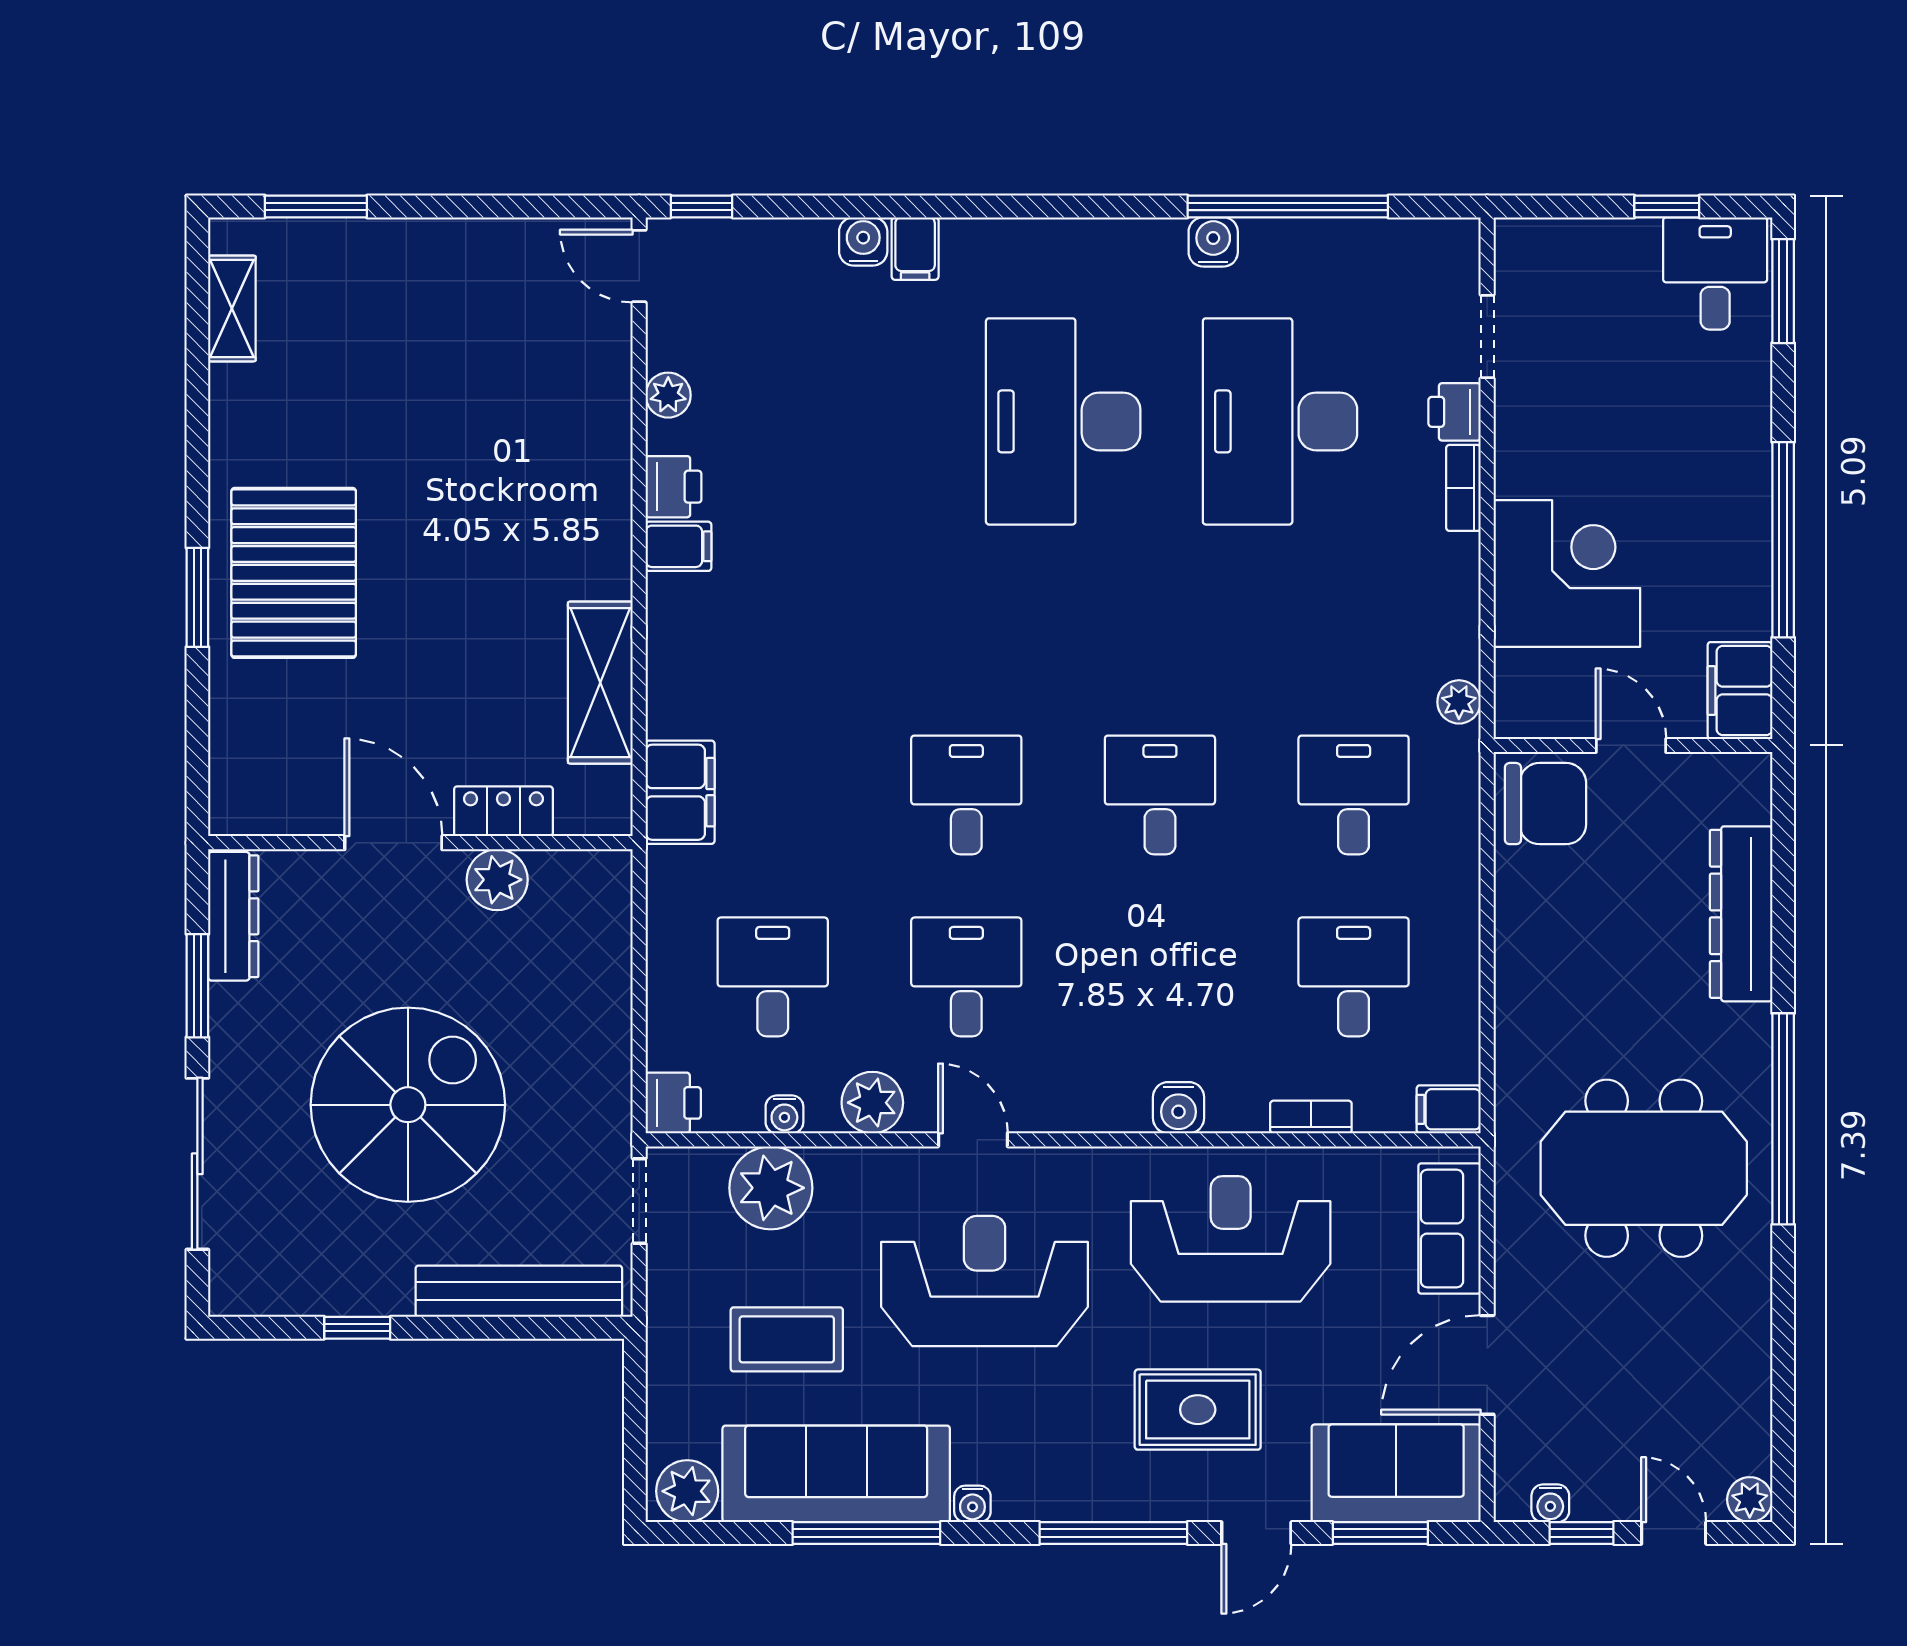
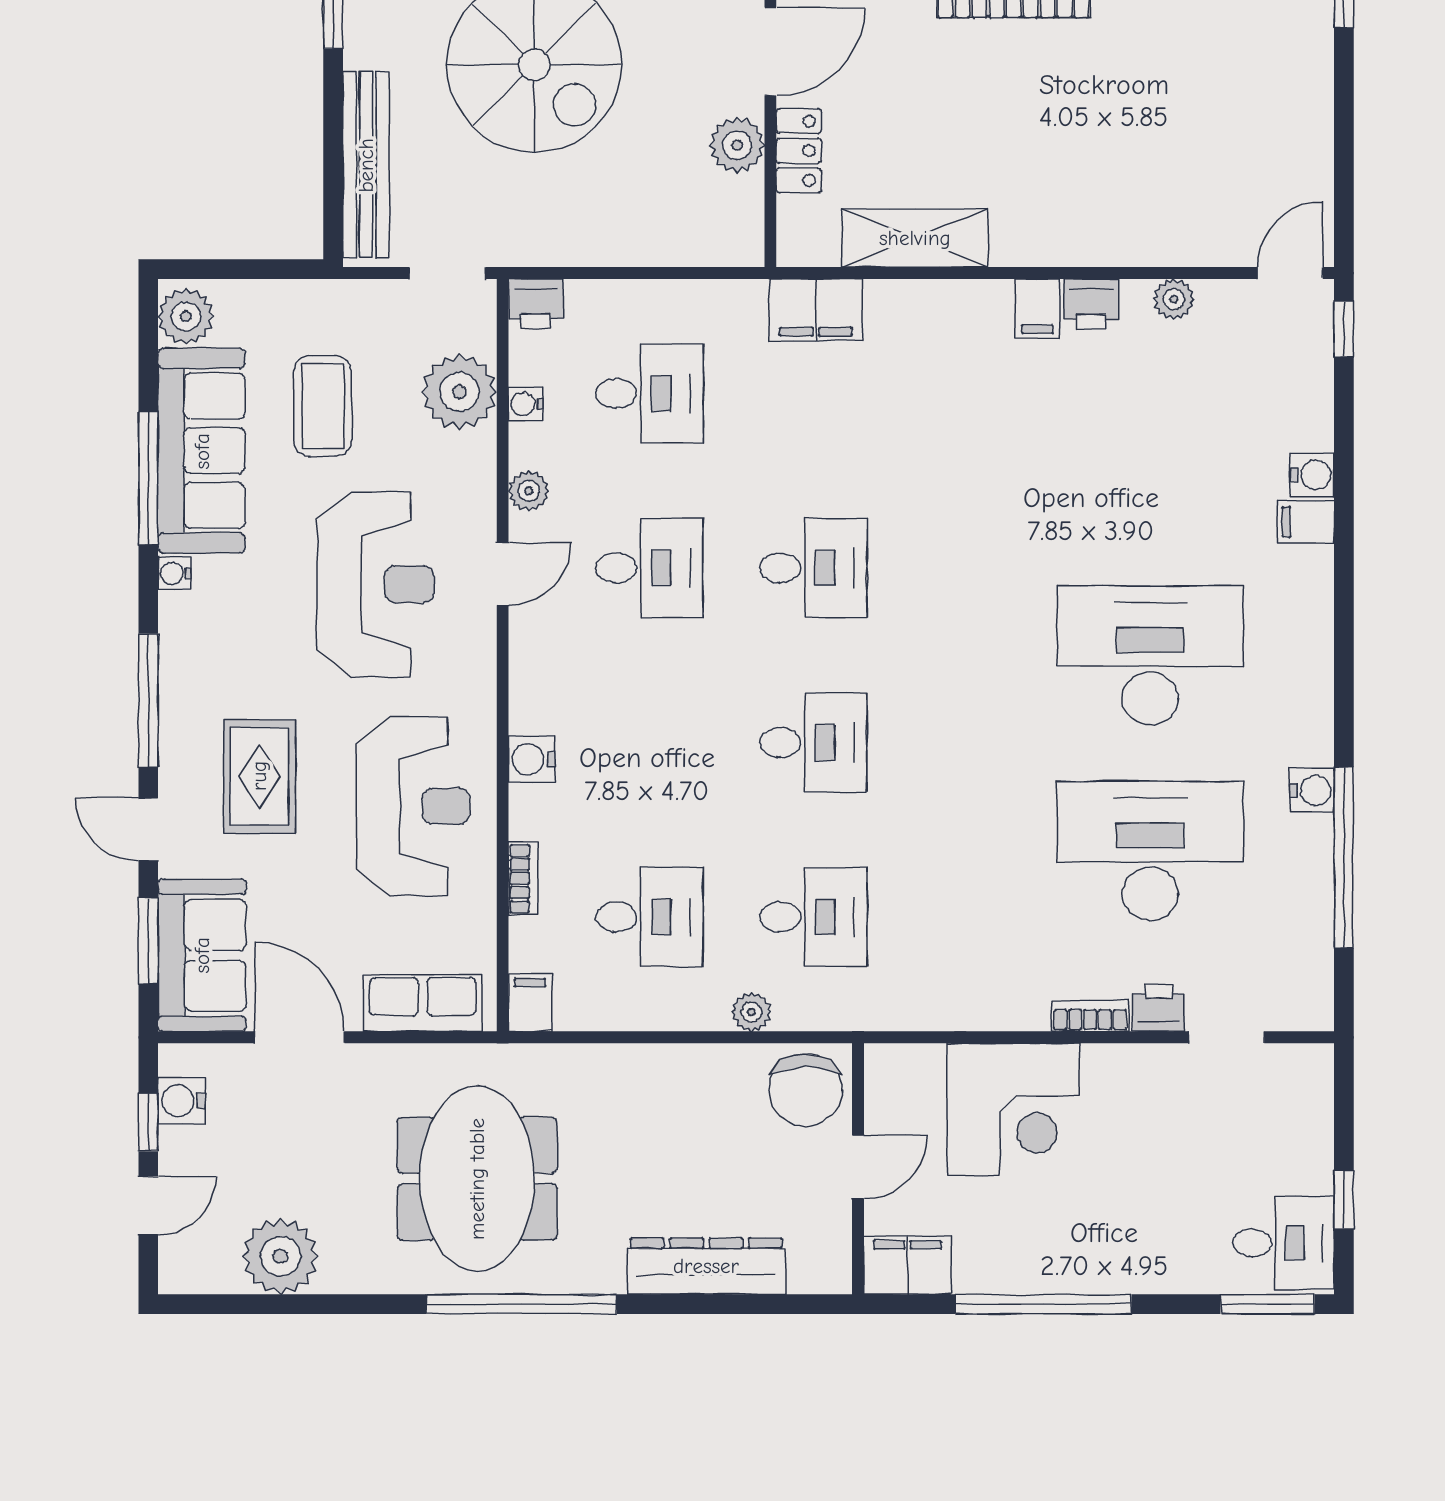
plant: (1459, 702) -> (751, 1012), moved
plant: (872, 1103) -> (529, 491), width x0.73, depth x0.73
plant: (1750, 1500) -> (280, 1256), moved, width x1.88, depth x1.88
water cooler: (1550, 1503) -> (181, 1101), width x1.38, depth x1.38

